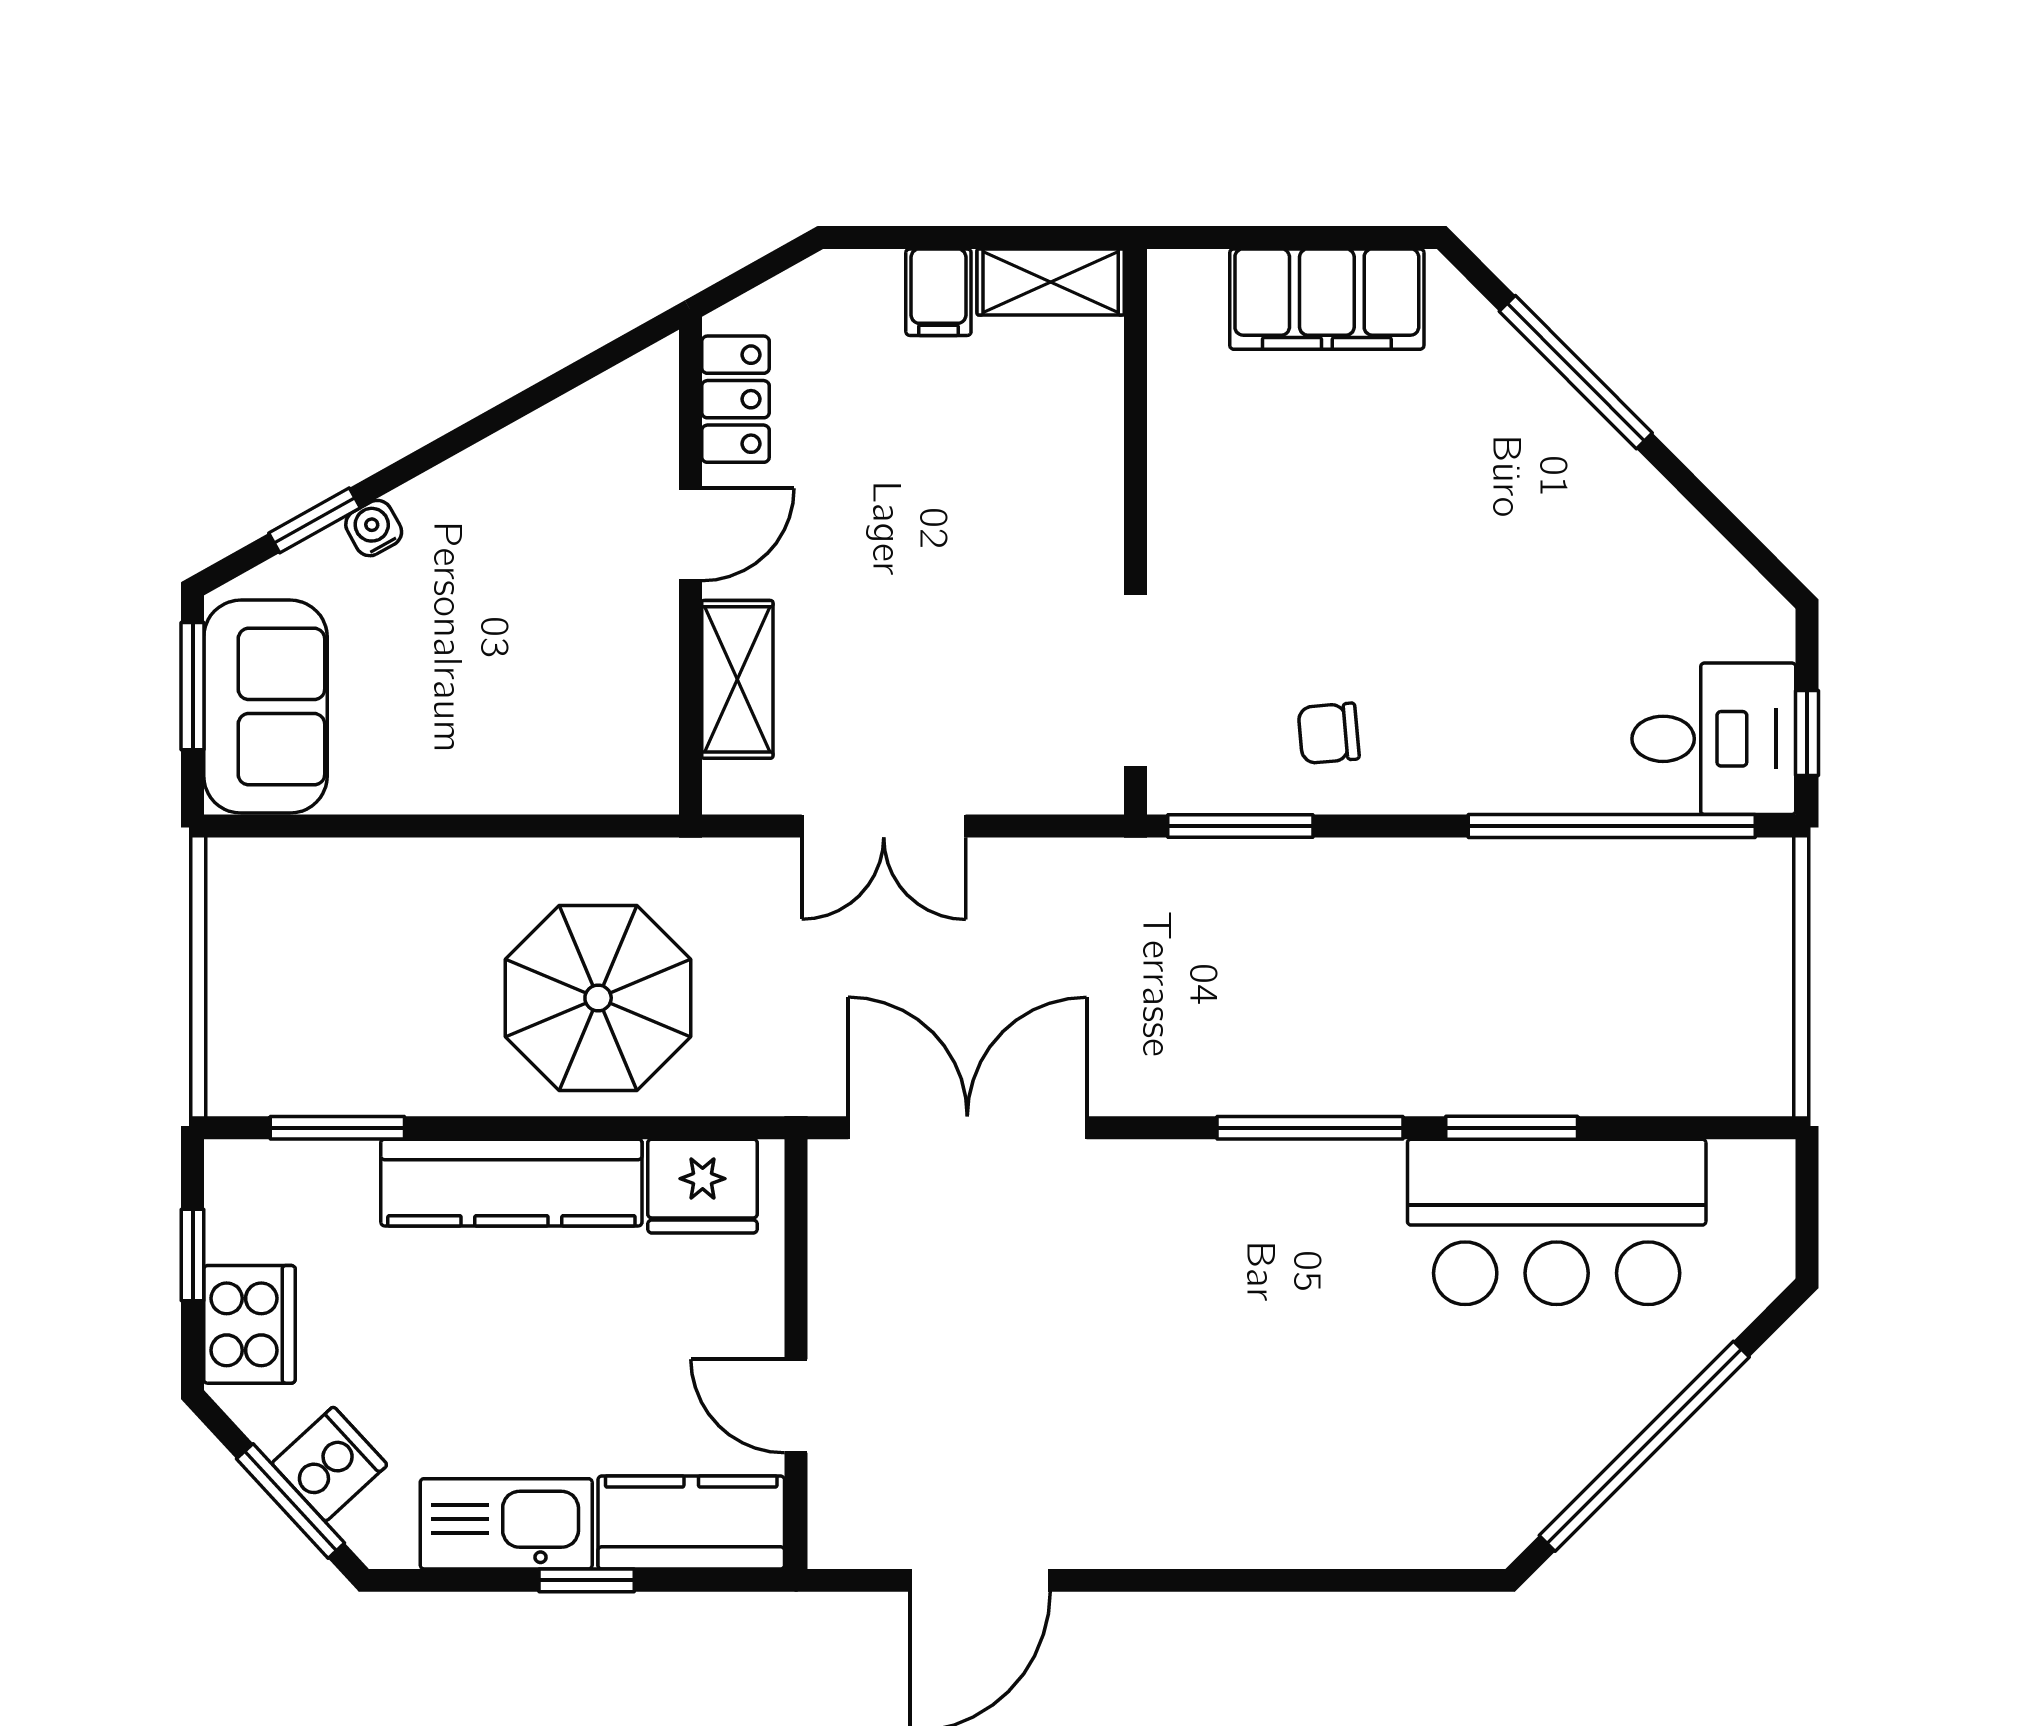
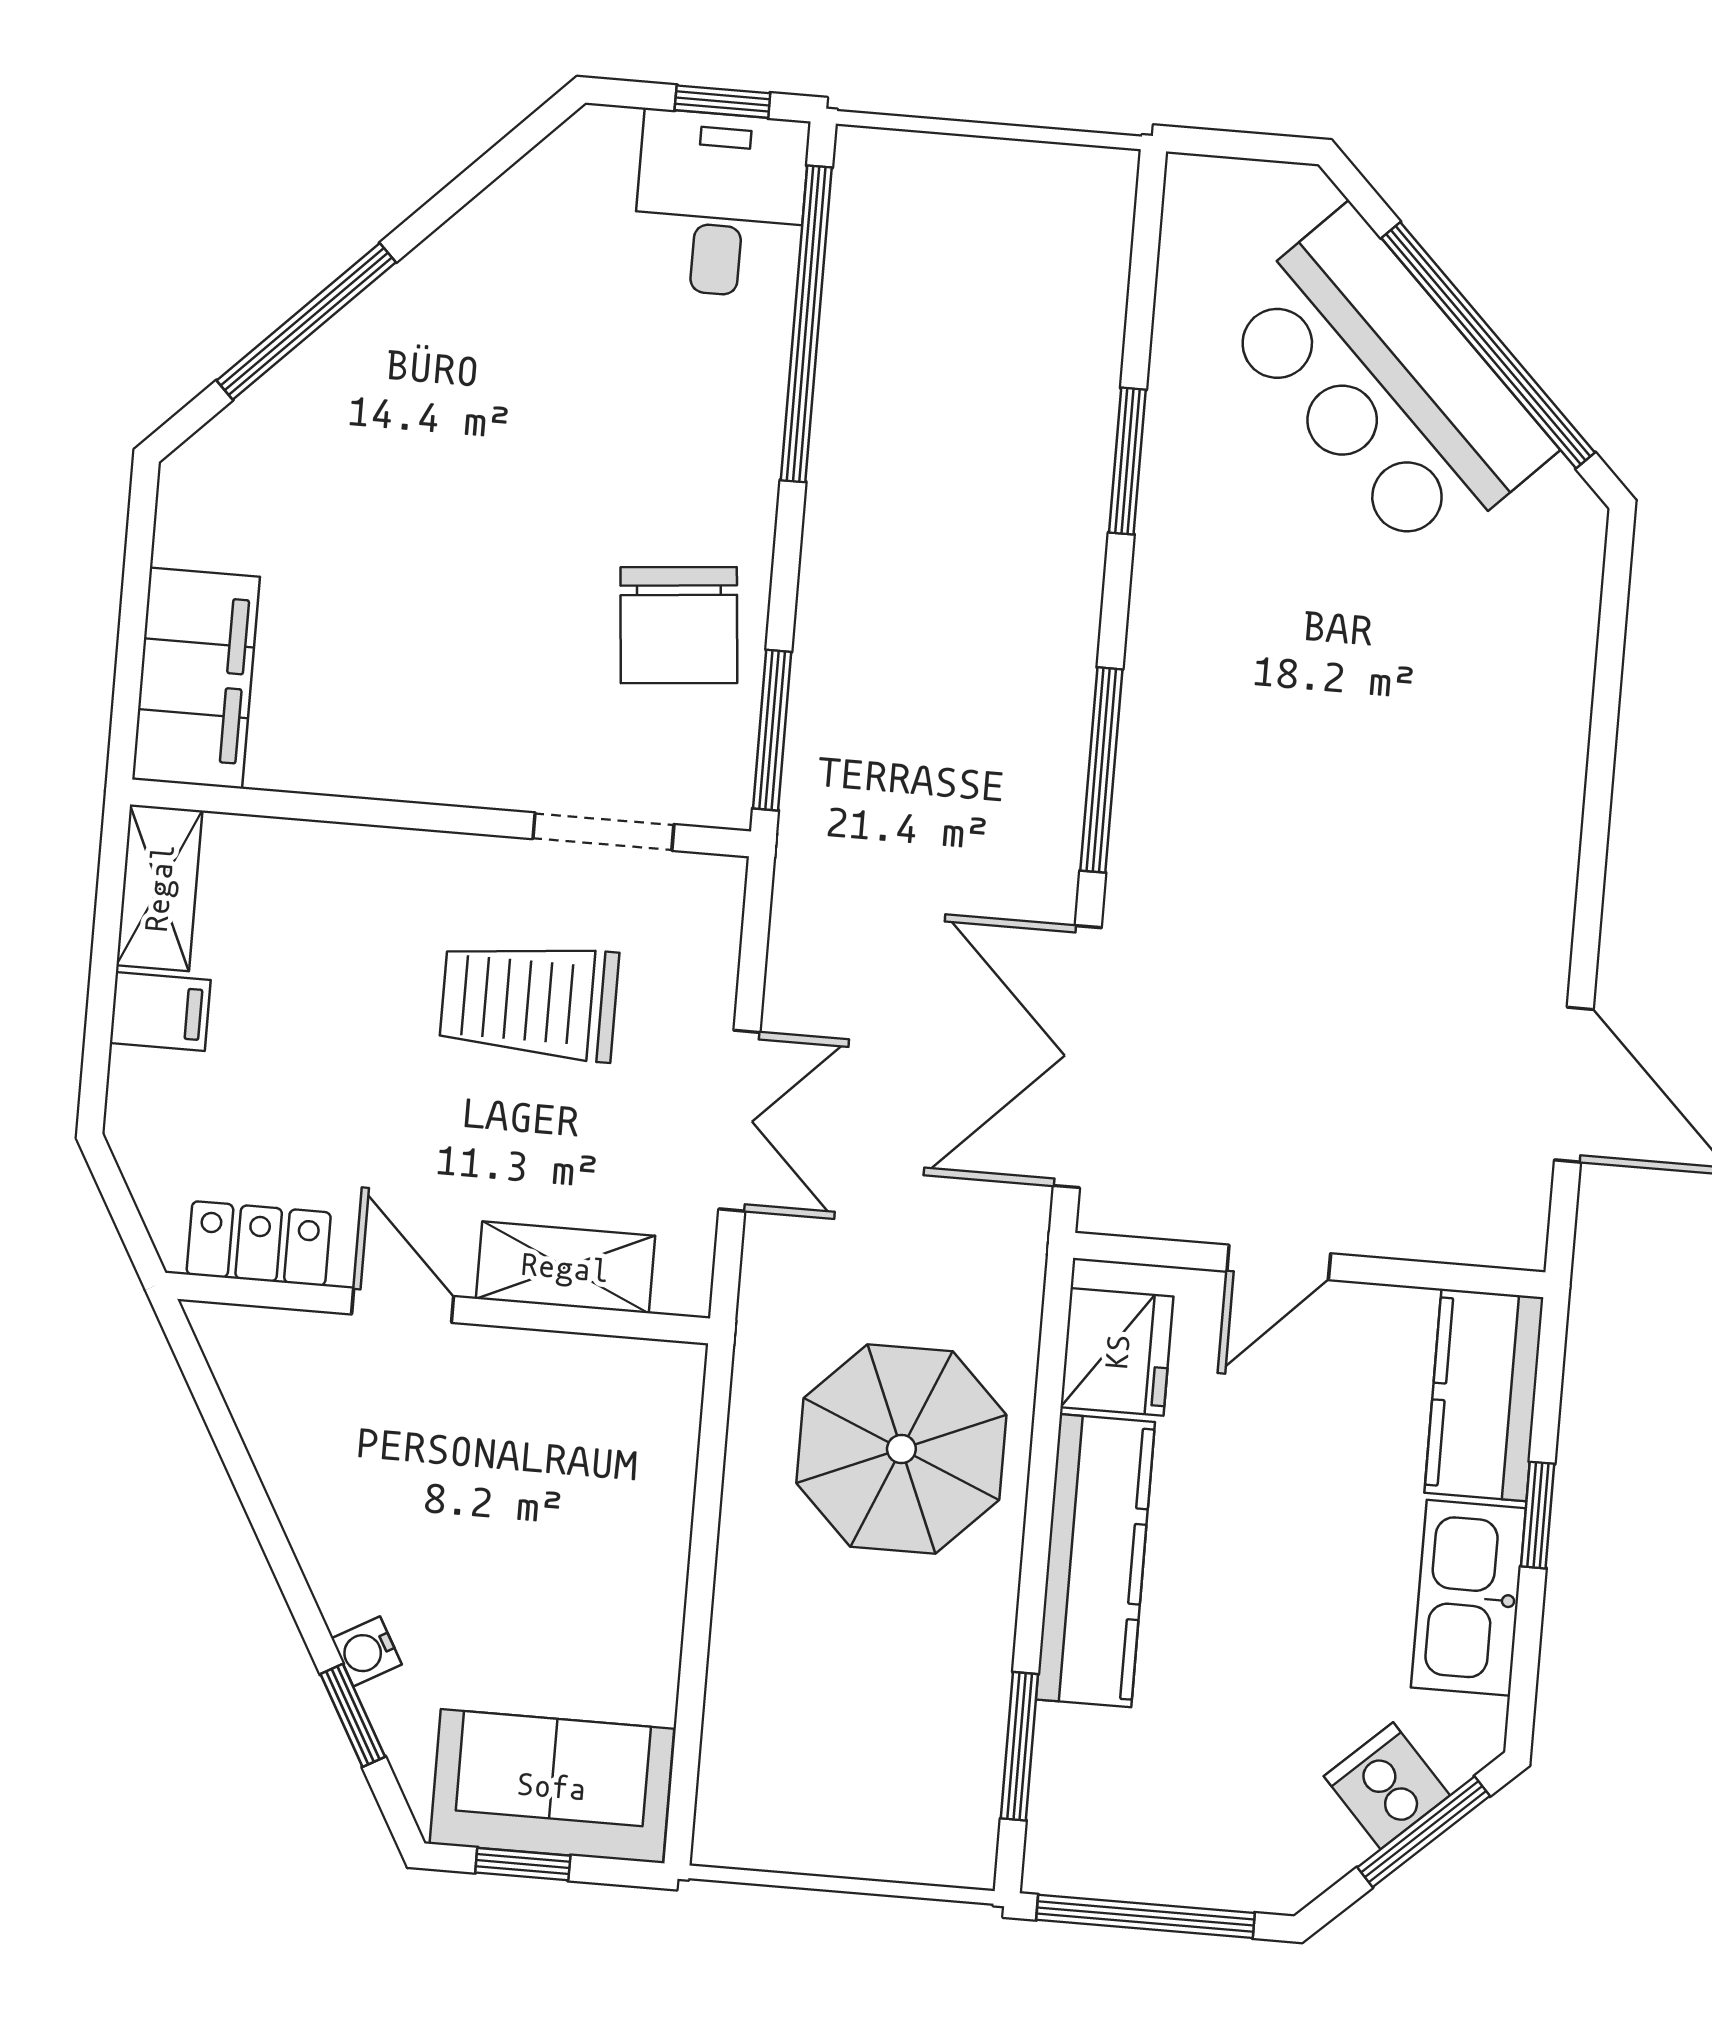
filing cabinet: (1327, 299) -> (196, 678), moved
trolley: (976, 626) -> (529, 1001), added
doorway: (1136, 681) -> (603, 832), width x0.73
window: (193, 686) -> (523, 1864), width x0.67
chair: (1329, 733) -> (679, 625), width x1.87, depth x1.87
window: (1310, 1128) -> (1101, 770), moved
bar counter: (1557, 1222) -> (1385, 384), moved, turned 135
window: (193, 1255) -> (1145, 1916), width x2.17
cooker: (249, 1324) -> (1227, 1860), removed
door: (796, 1406) -> (1279, 1262), moved

